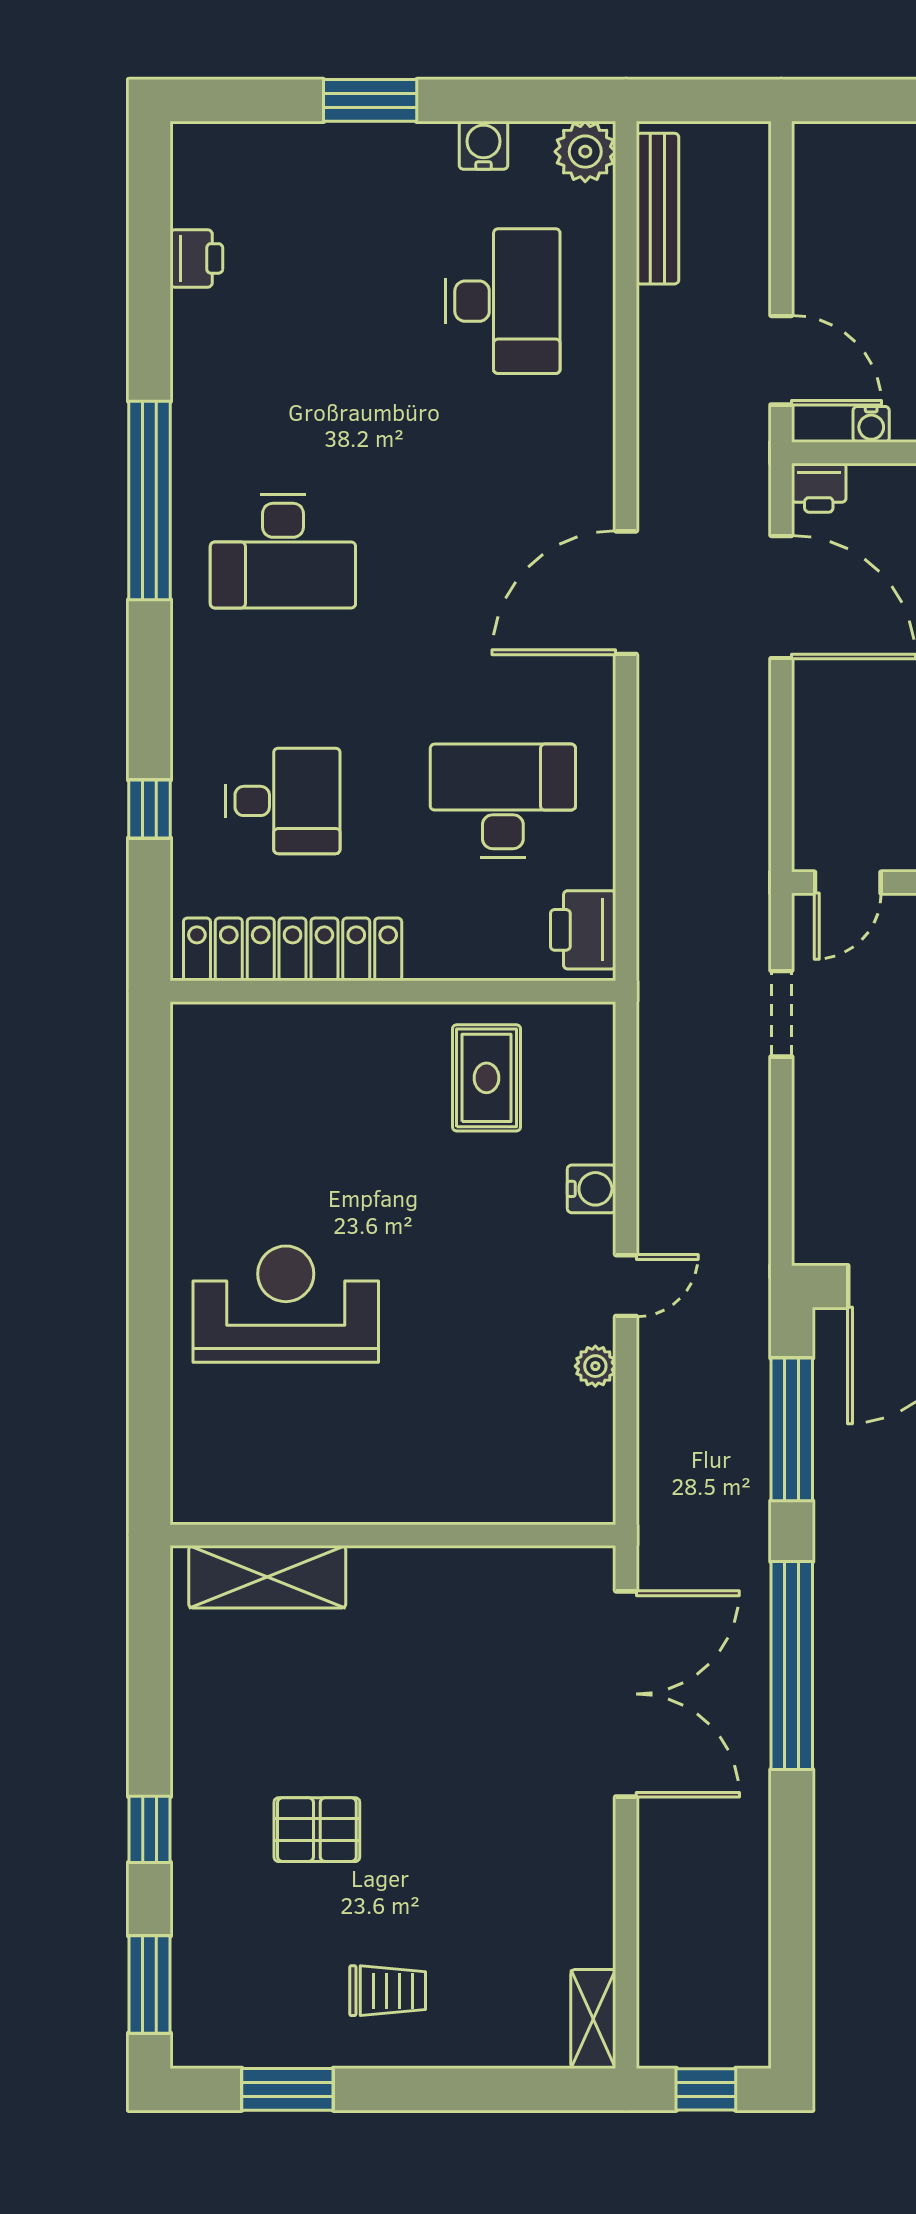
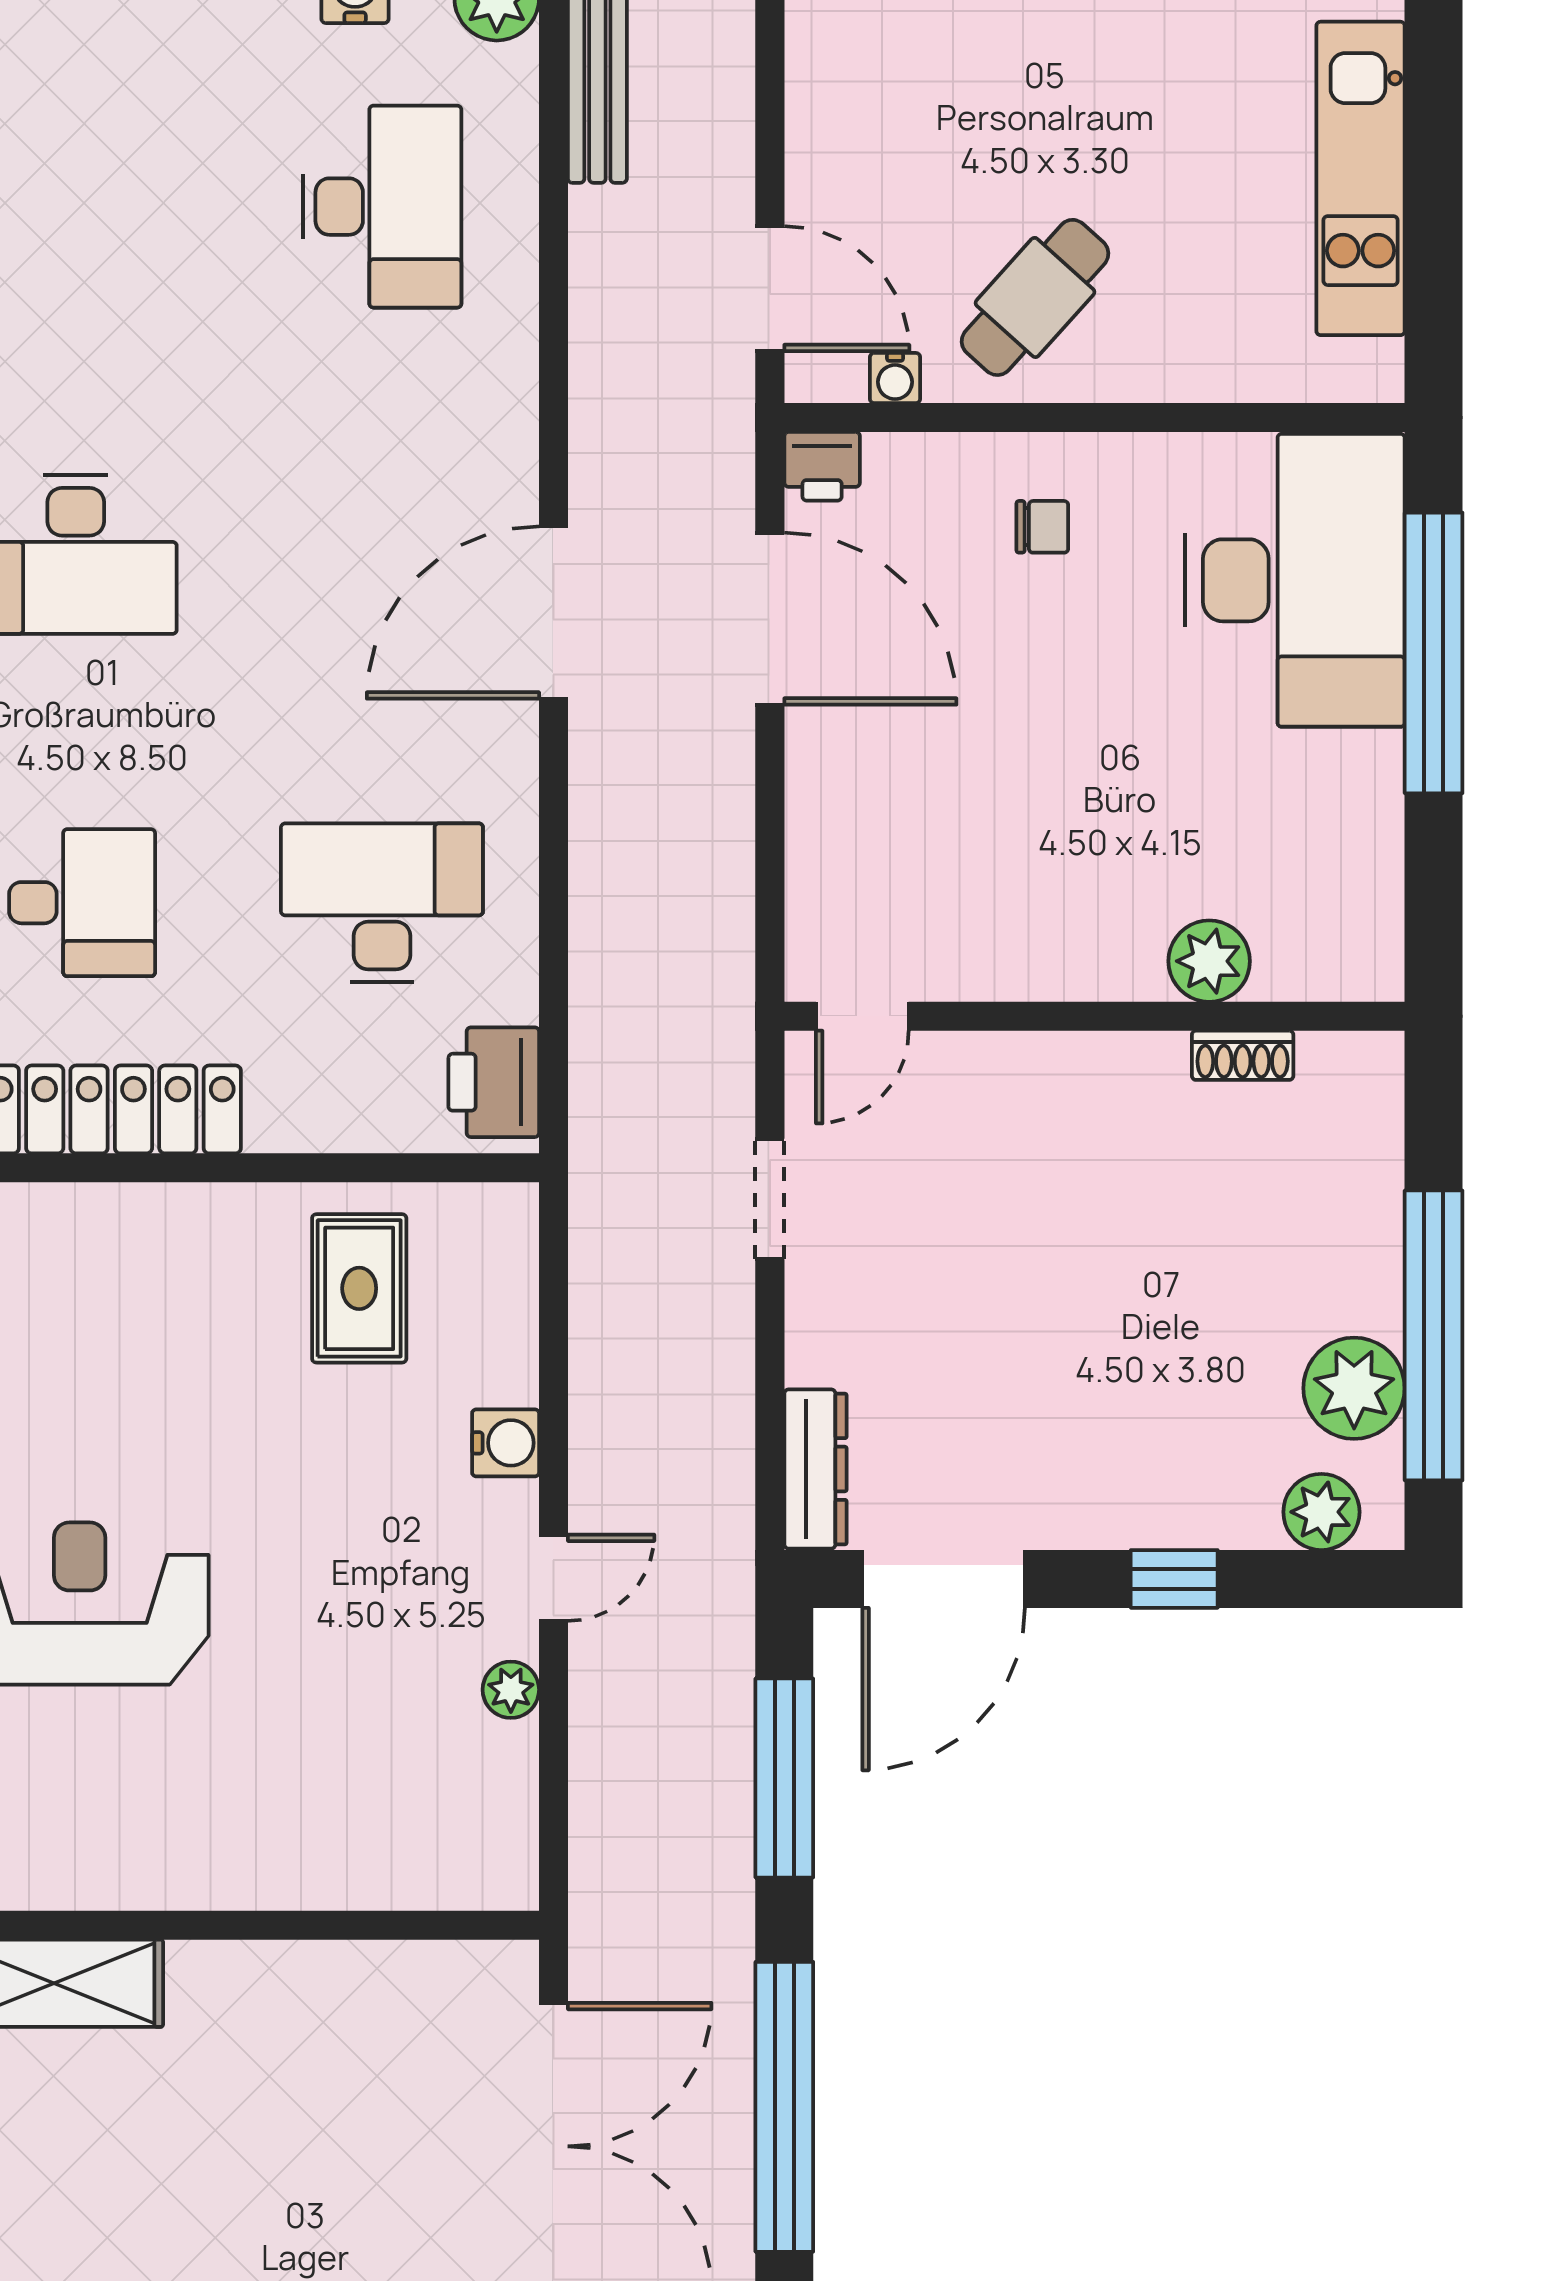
dresser: (814, 1208) -> (815, 1469), added

